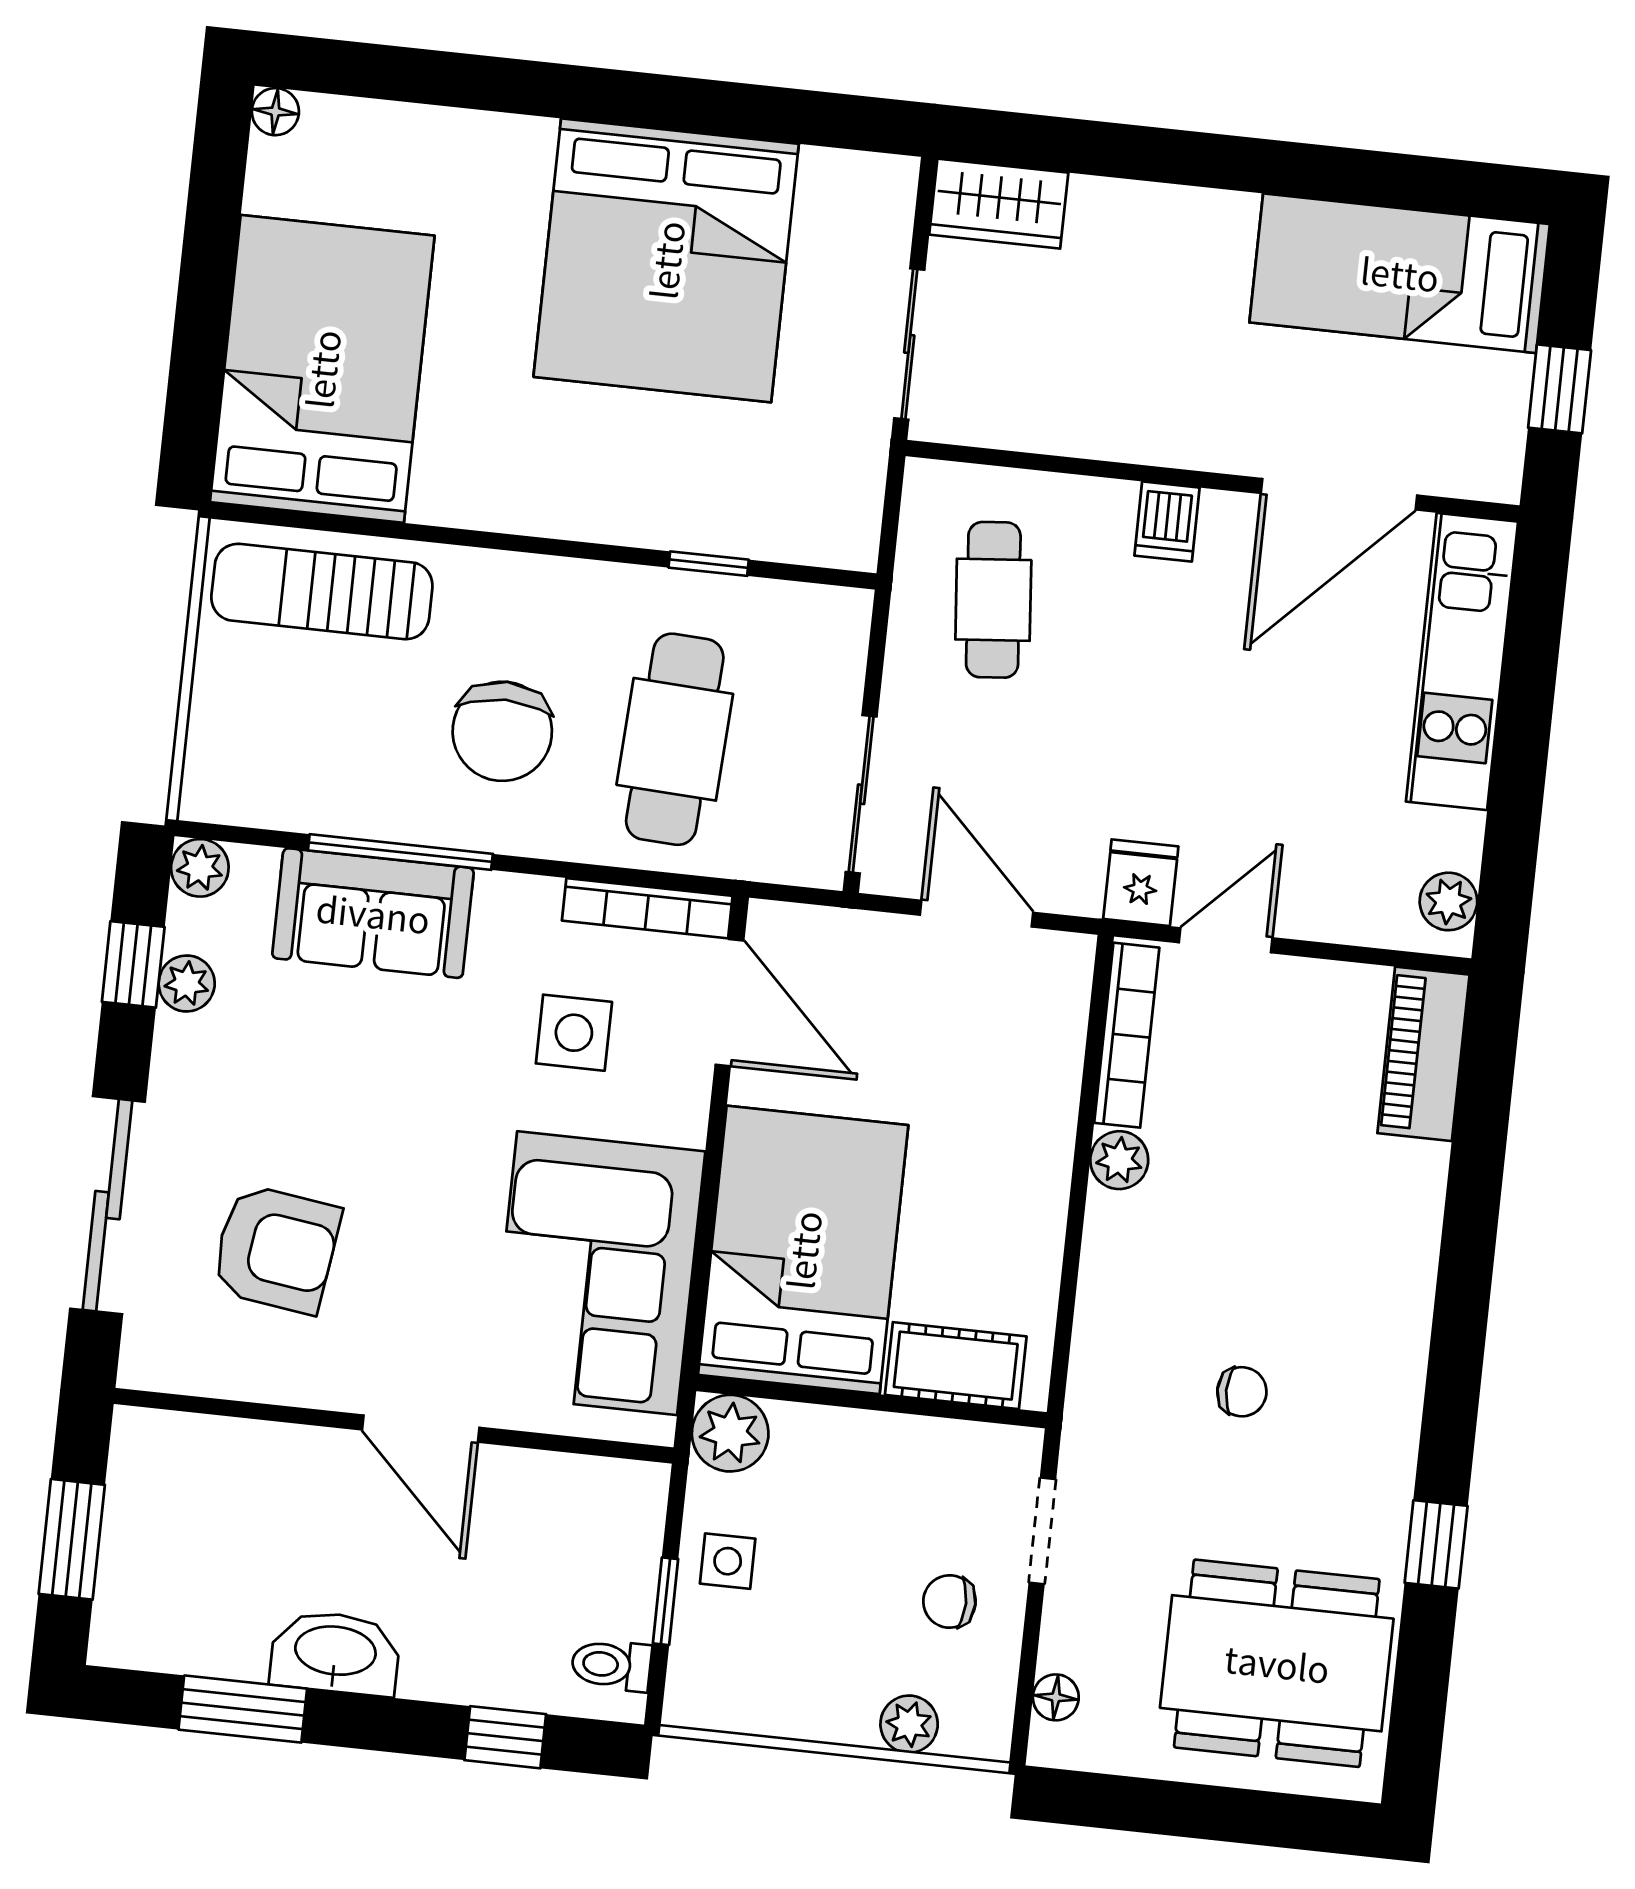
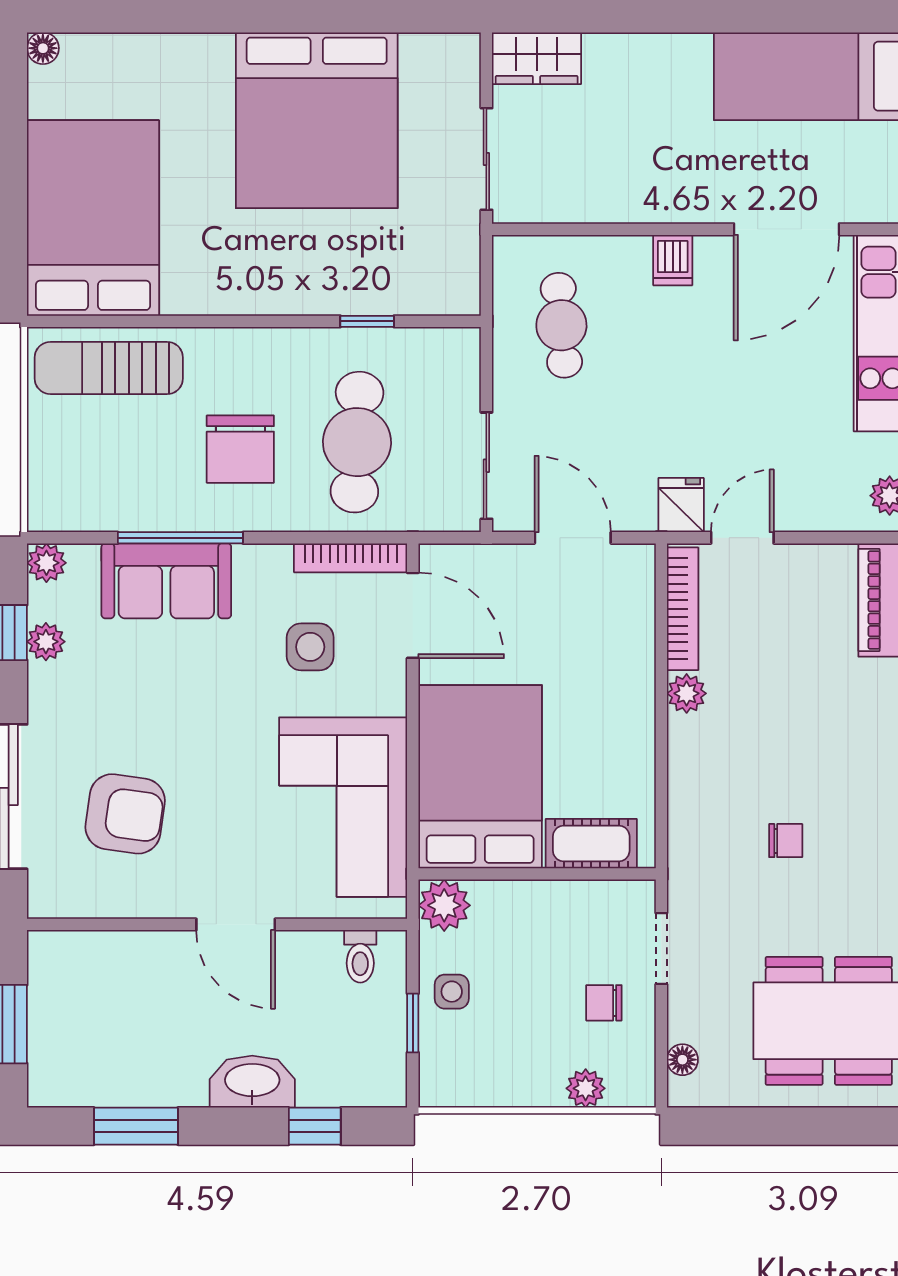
washbasin: (335, 1653) -> (252, 1082), moved
toilet: (611, 1665) -> (360, 956), moved, turned -90

